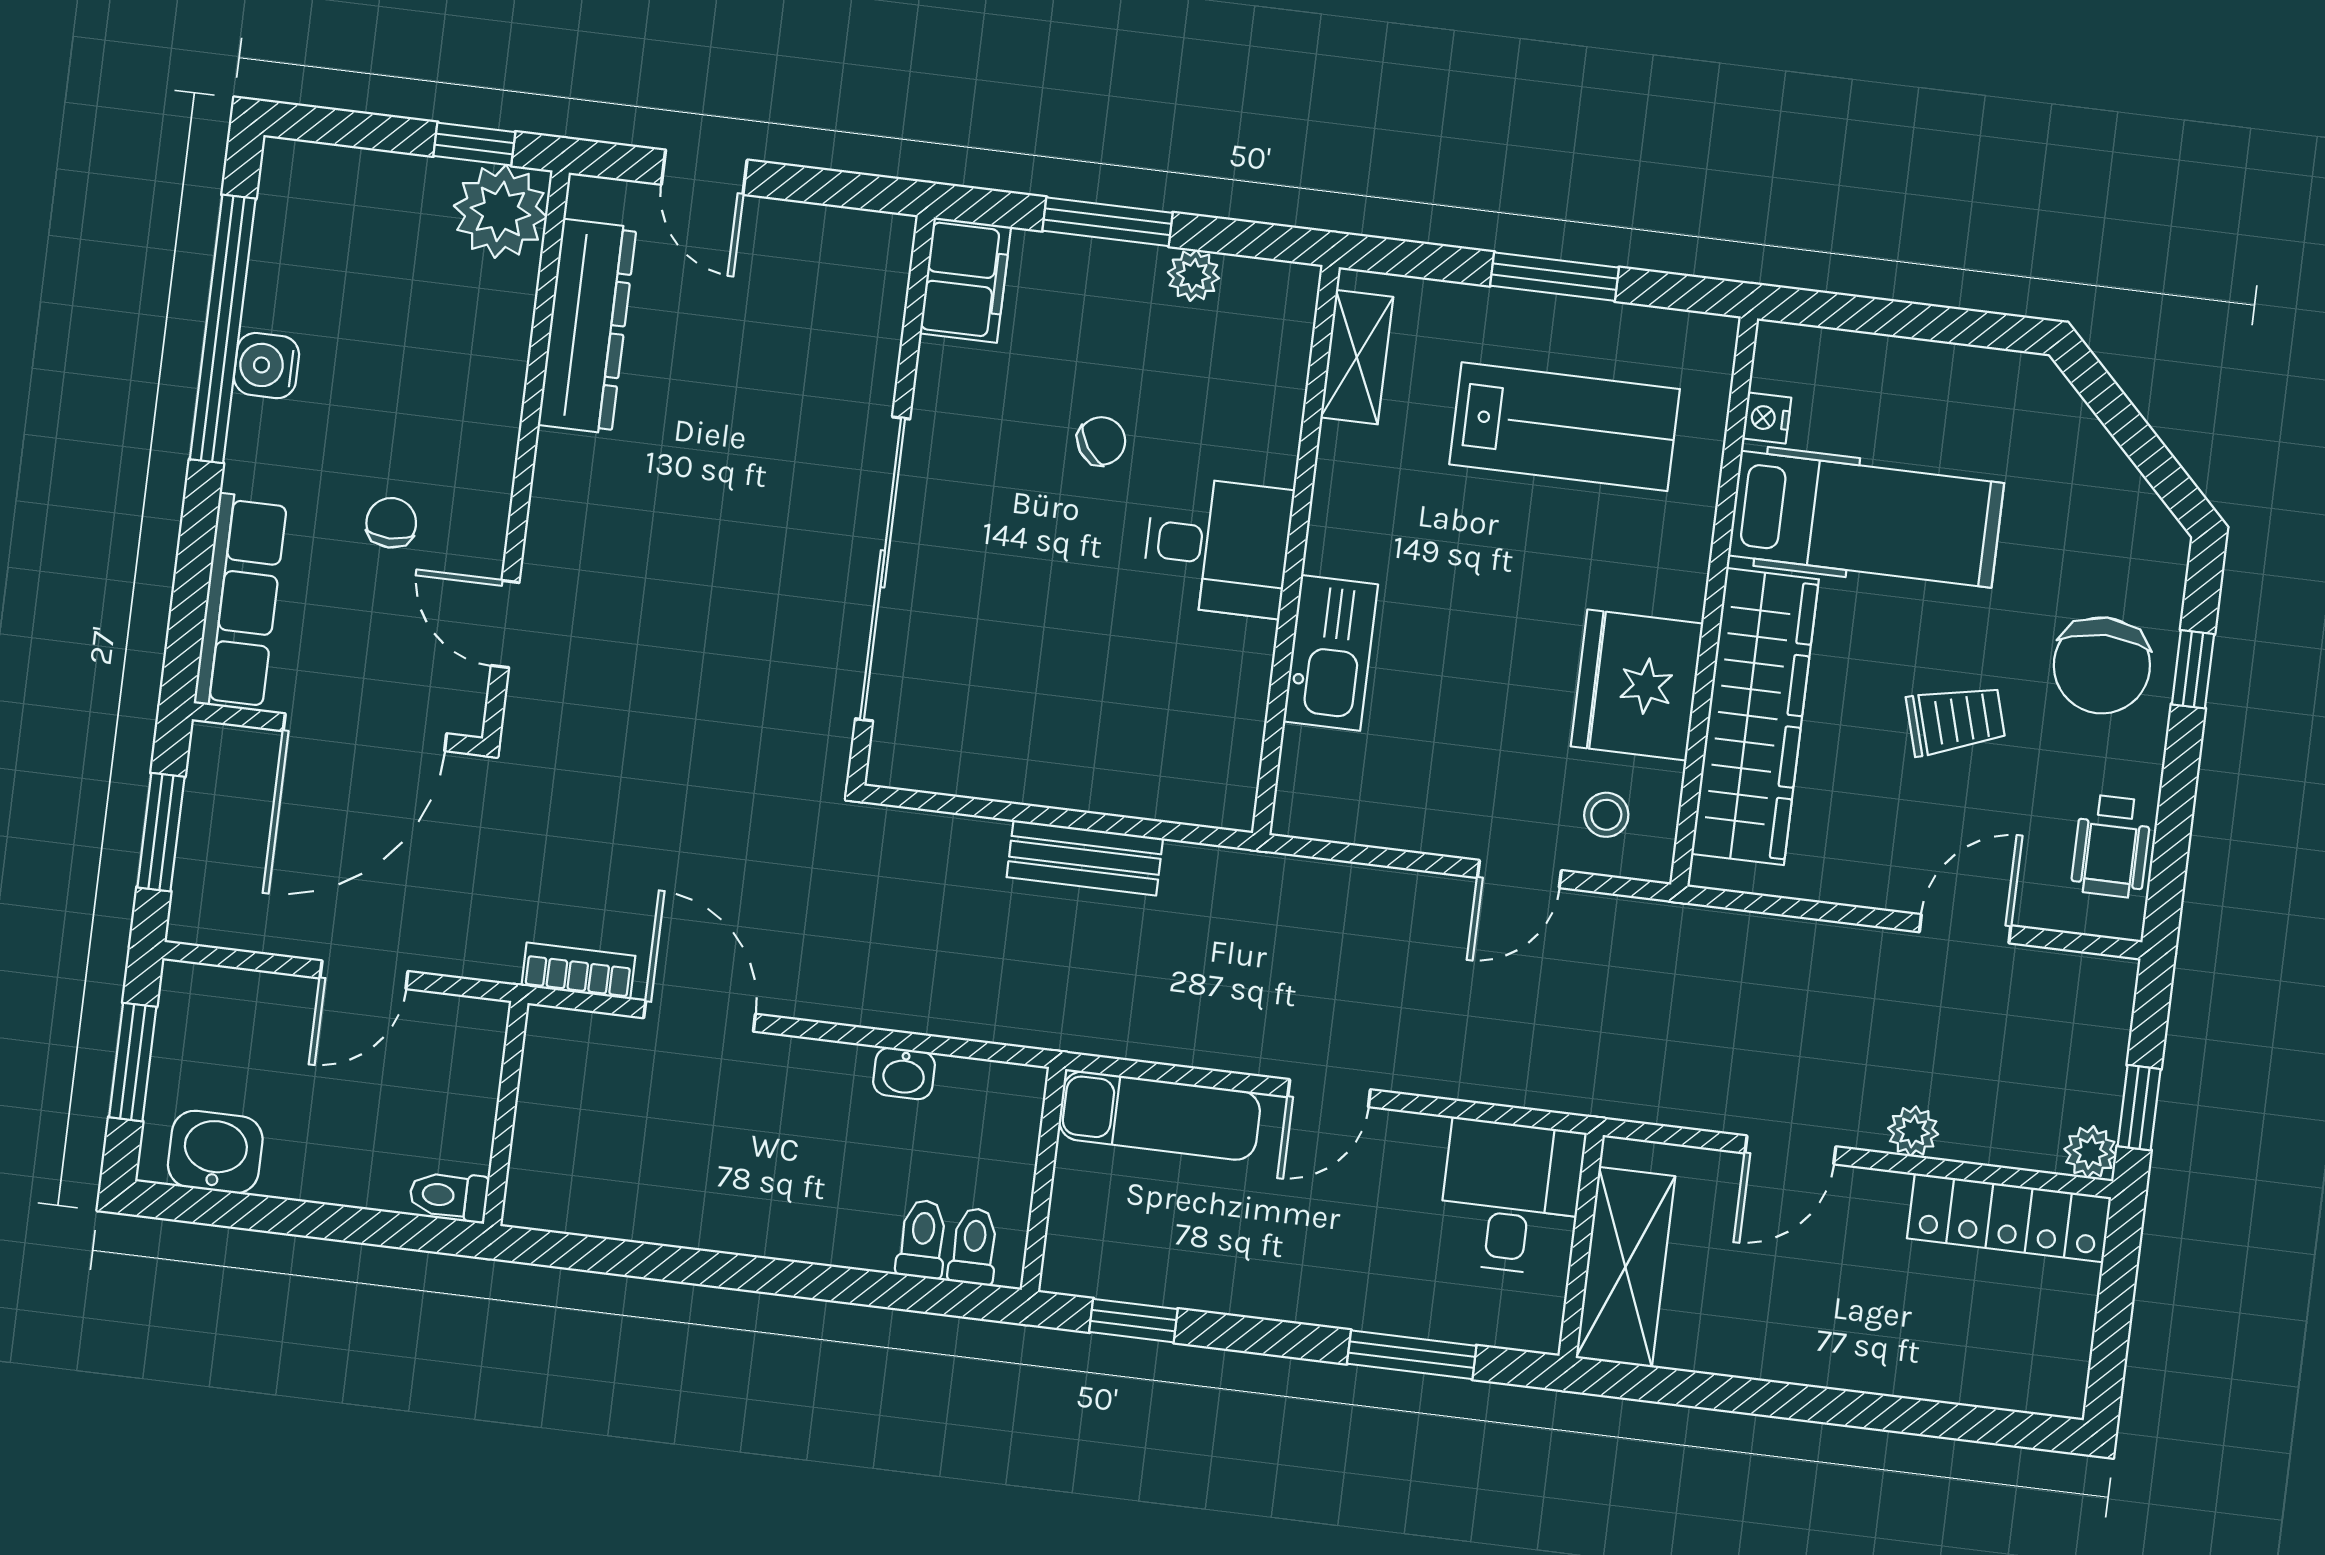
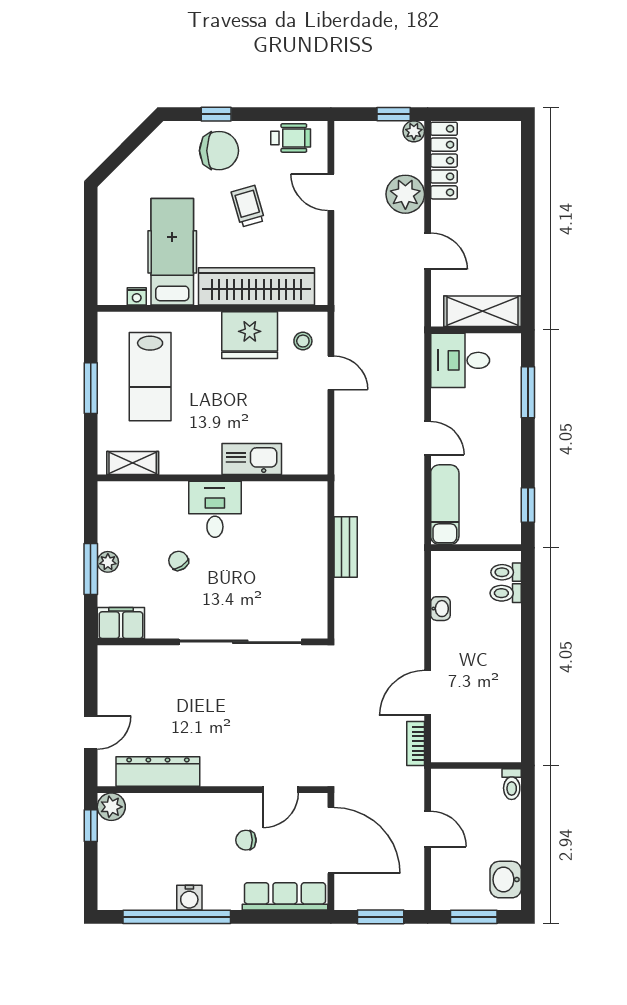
plant: (500, 211) -> (111, 807), width x0.73, depth x0.73
plant: (1193, 275) -> (108, 562), moved
lab bench: (1565, 427) -> (150, 377), turned 180
plant: (1913, 1131) -> (405, 194), width x1.88, depth x1.88

